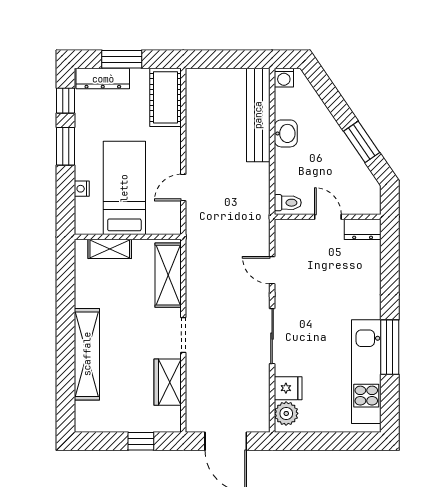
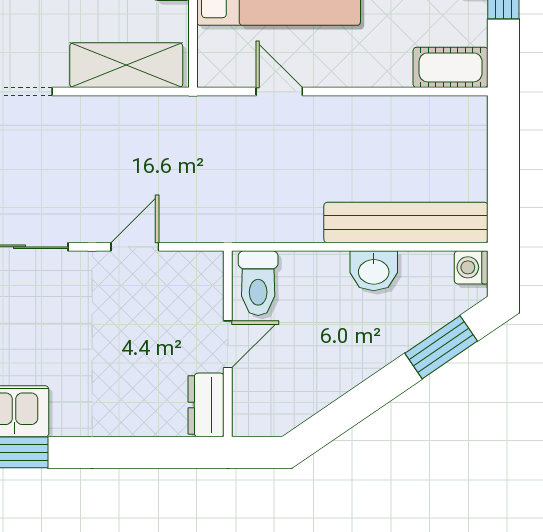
cot: (165, 97) -> (451, 67), width x0.73, depth x0.75
window: (362, 142) -> (441, 347), moved
toilet: (288, 203) -> (258, 283), width x1.37, depth x1.39

